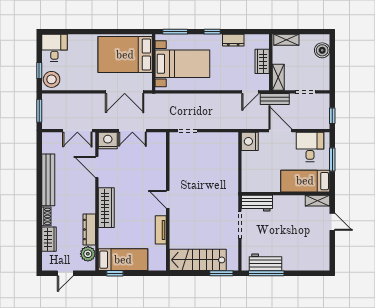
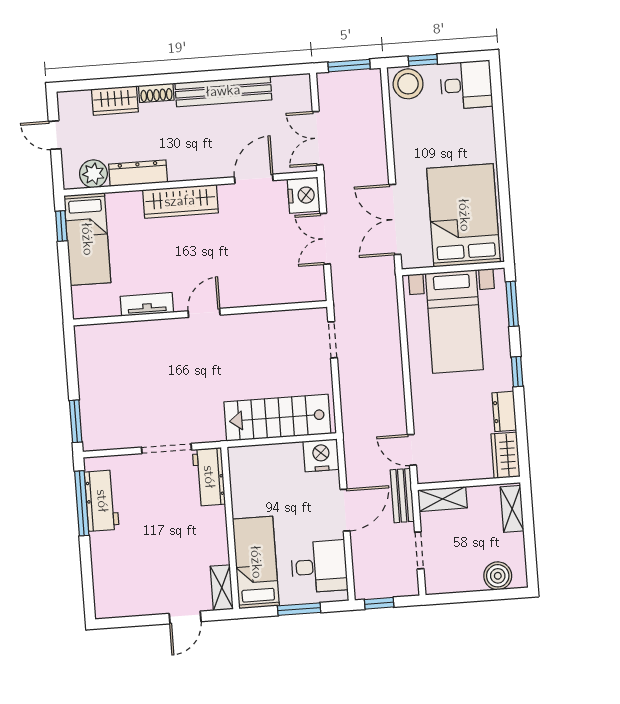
wardrobe: (262, 61) -> (505, 455), moved, turned -90
stairs: (198, 260) -> (277, 418), moved, turned -90

